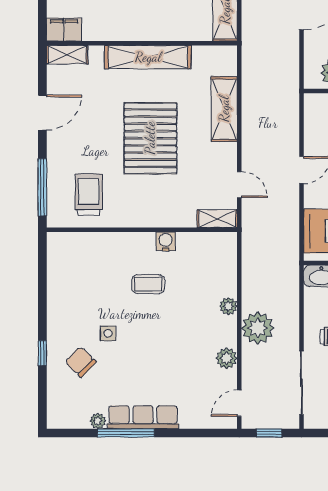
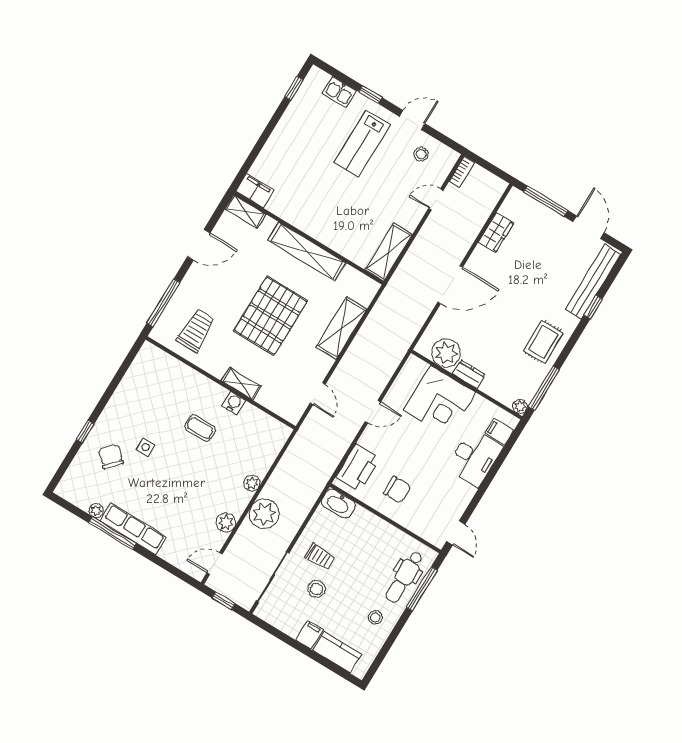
shelving: (217, 219) -> (241, 384), moved

